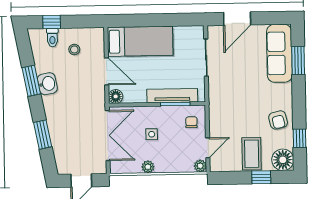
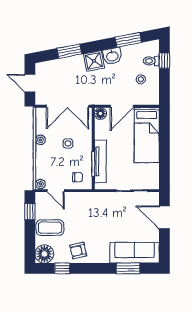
window: (31, 81) -> (128, 40), moved
shower: (54, 105) -> (94, 61), added
window: (261, 177) -> (30, 212), moved

